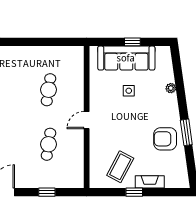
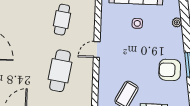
cafe table: (49, 144) -> (60, 71), width x1.37, depth x1.35

